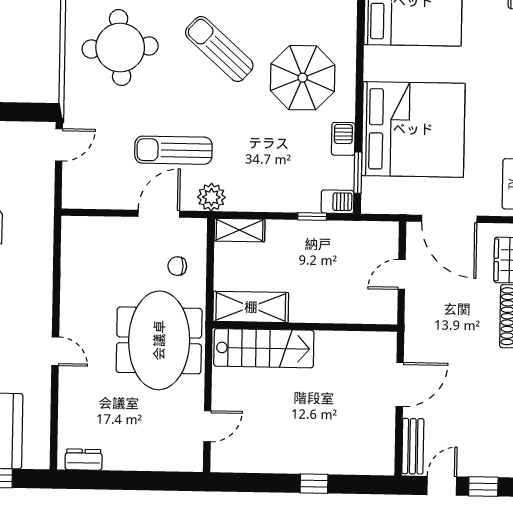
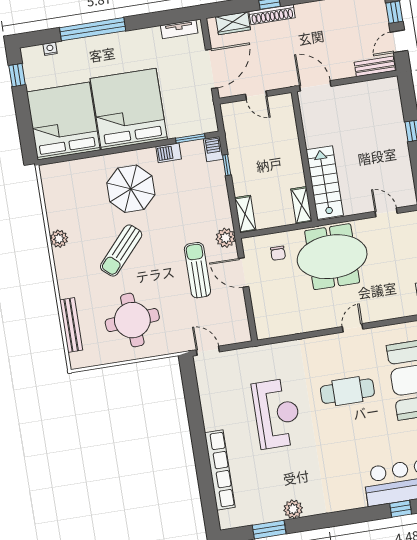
bed: (413, 129) -> (129, 109), moved
sun lounger: (173, 150) -> (197, 270), turned 180
shelving: (251, 307) -> (301, 205), width x0.67, depth x0.75
door: (400, 385) -> (315, 86), moved
door: (442, 486) -> (399, 41), hinge flipped

